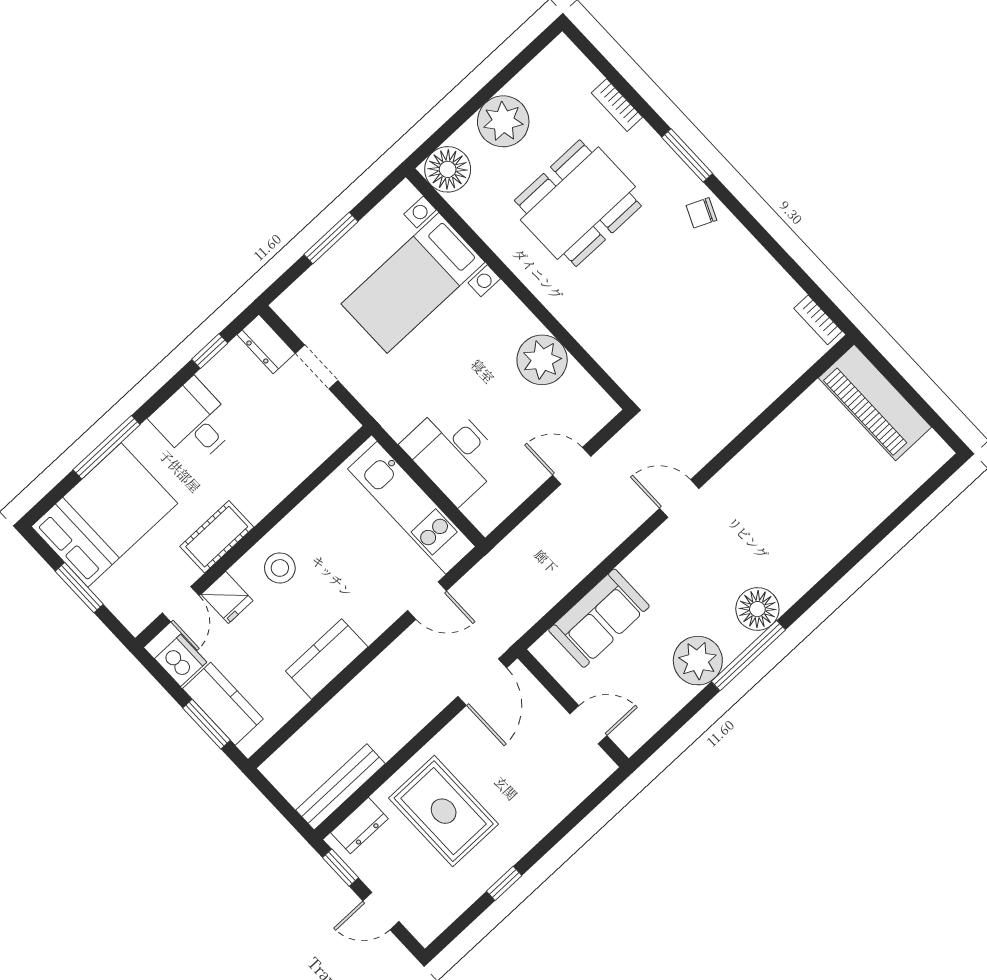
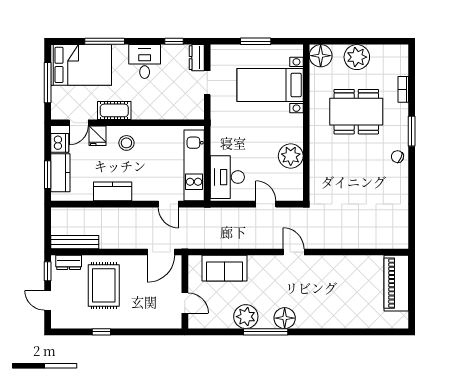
bookcase: (818, 320) -> (404, 234), removed
desk: (453, 453) -> (227, 177), moved
window: (79, 588) -> (48, 83), width x1.44

